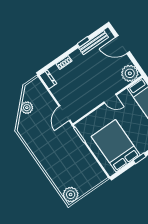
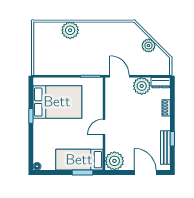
door: (122, 45) -> (145, 173), hinge flipped
plant: (60, 92) -> (142, 86), added
plant: (71, 195) -> (70, 30), moved

